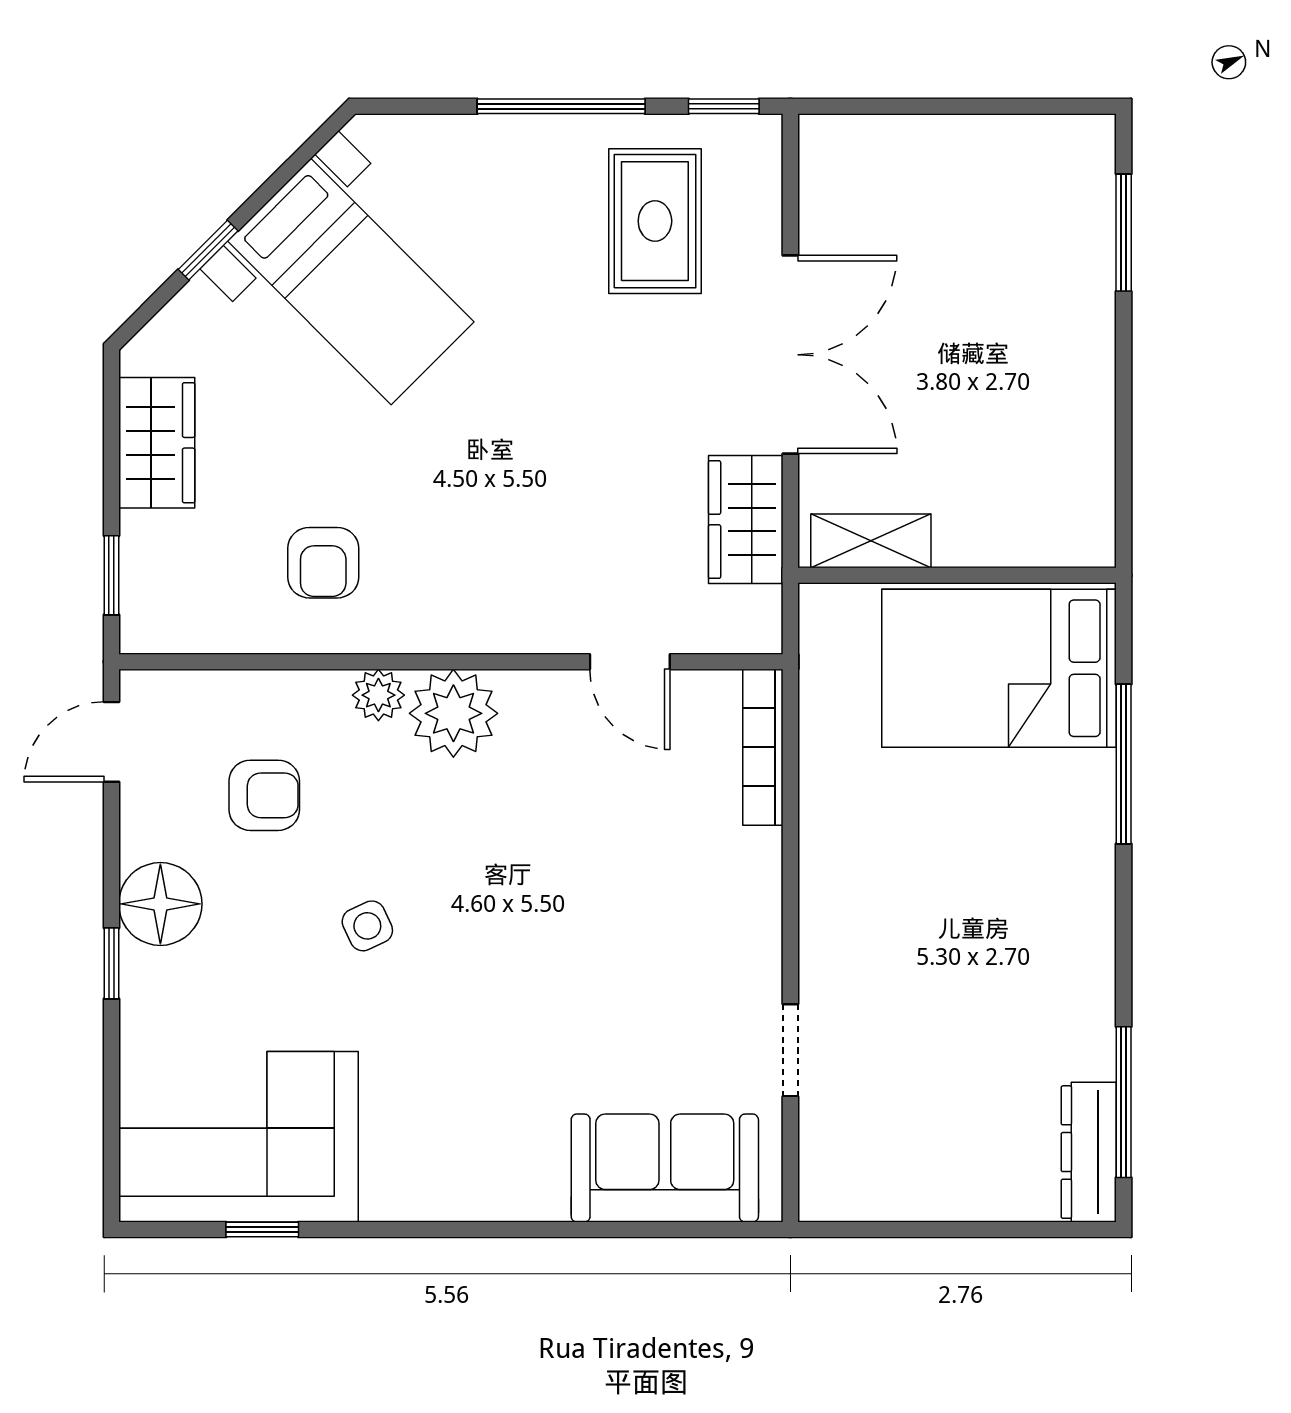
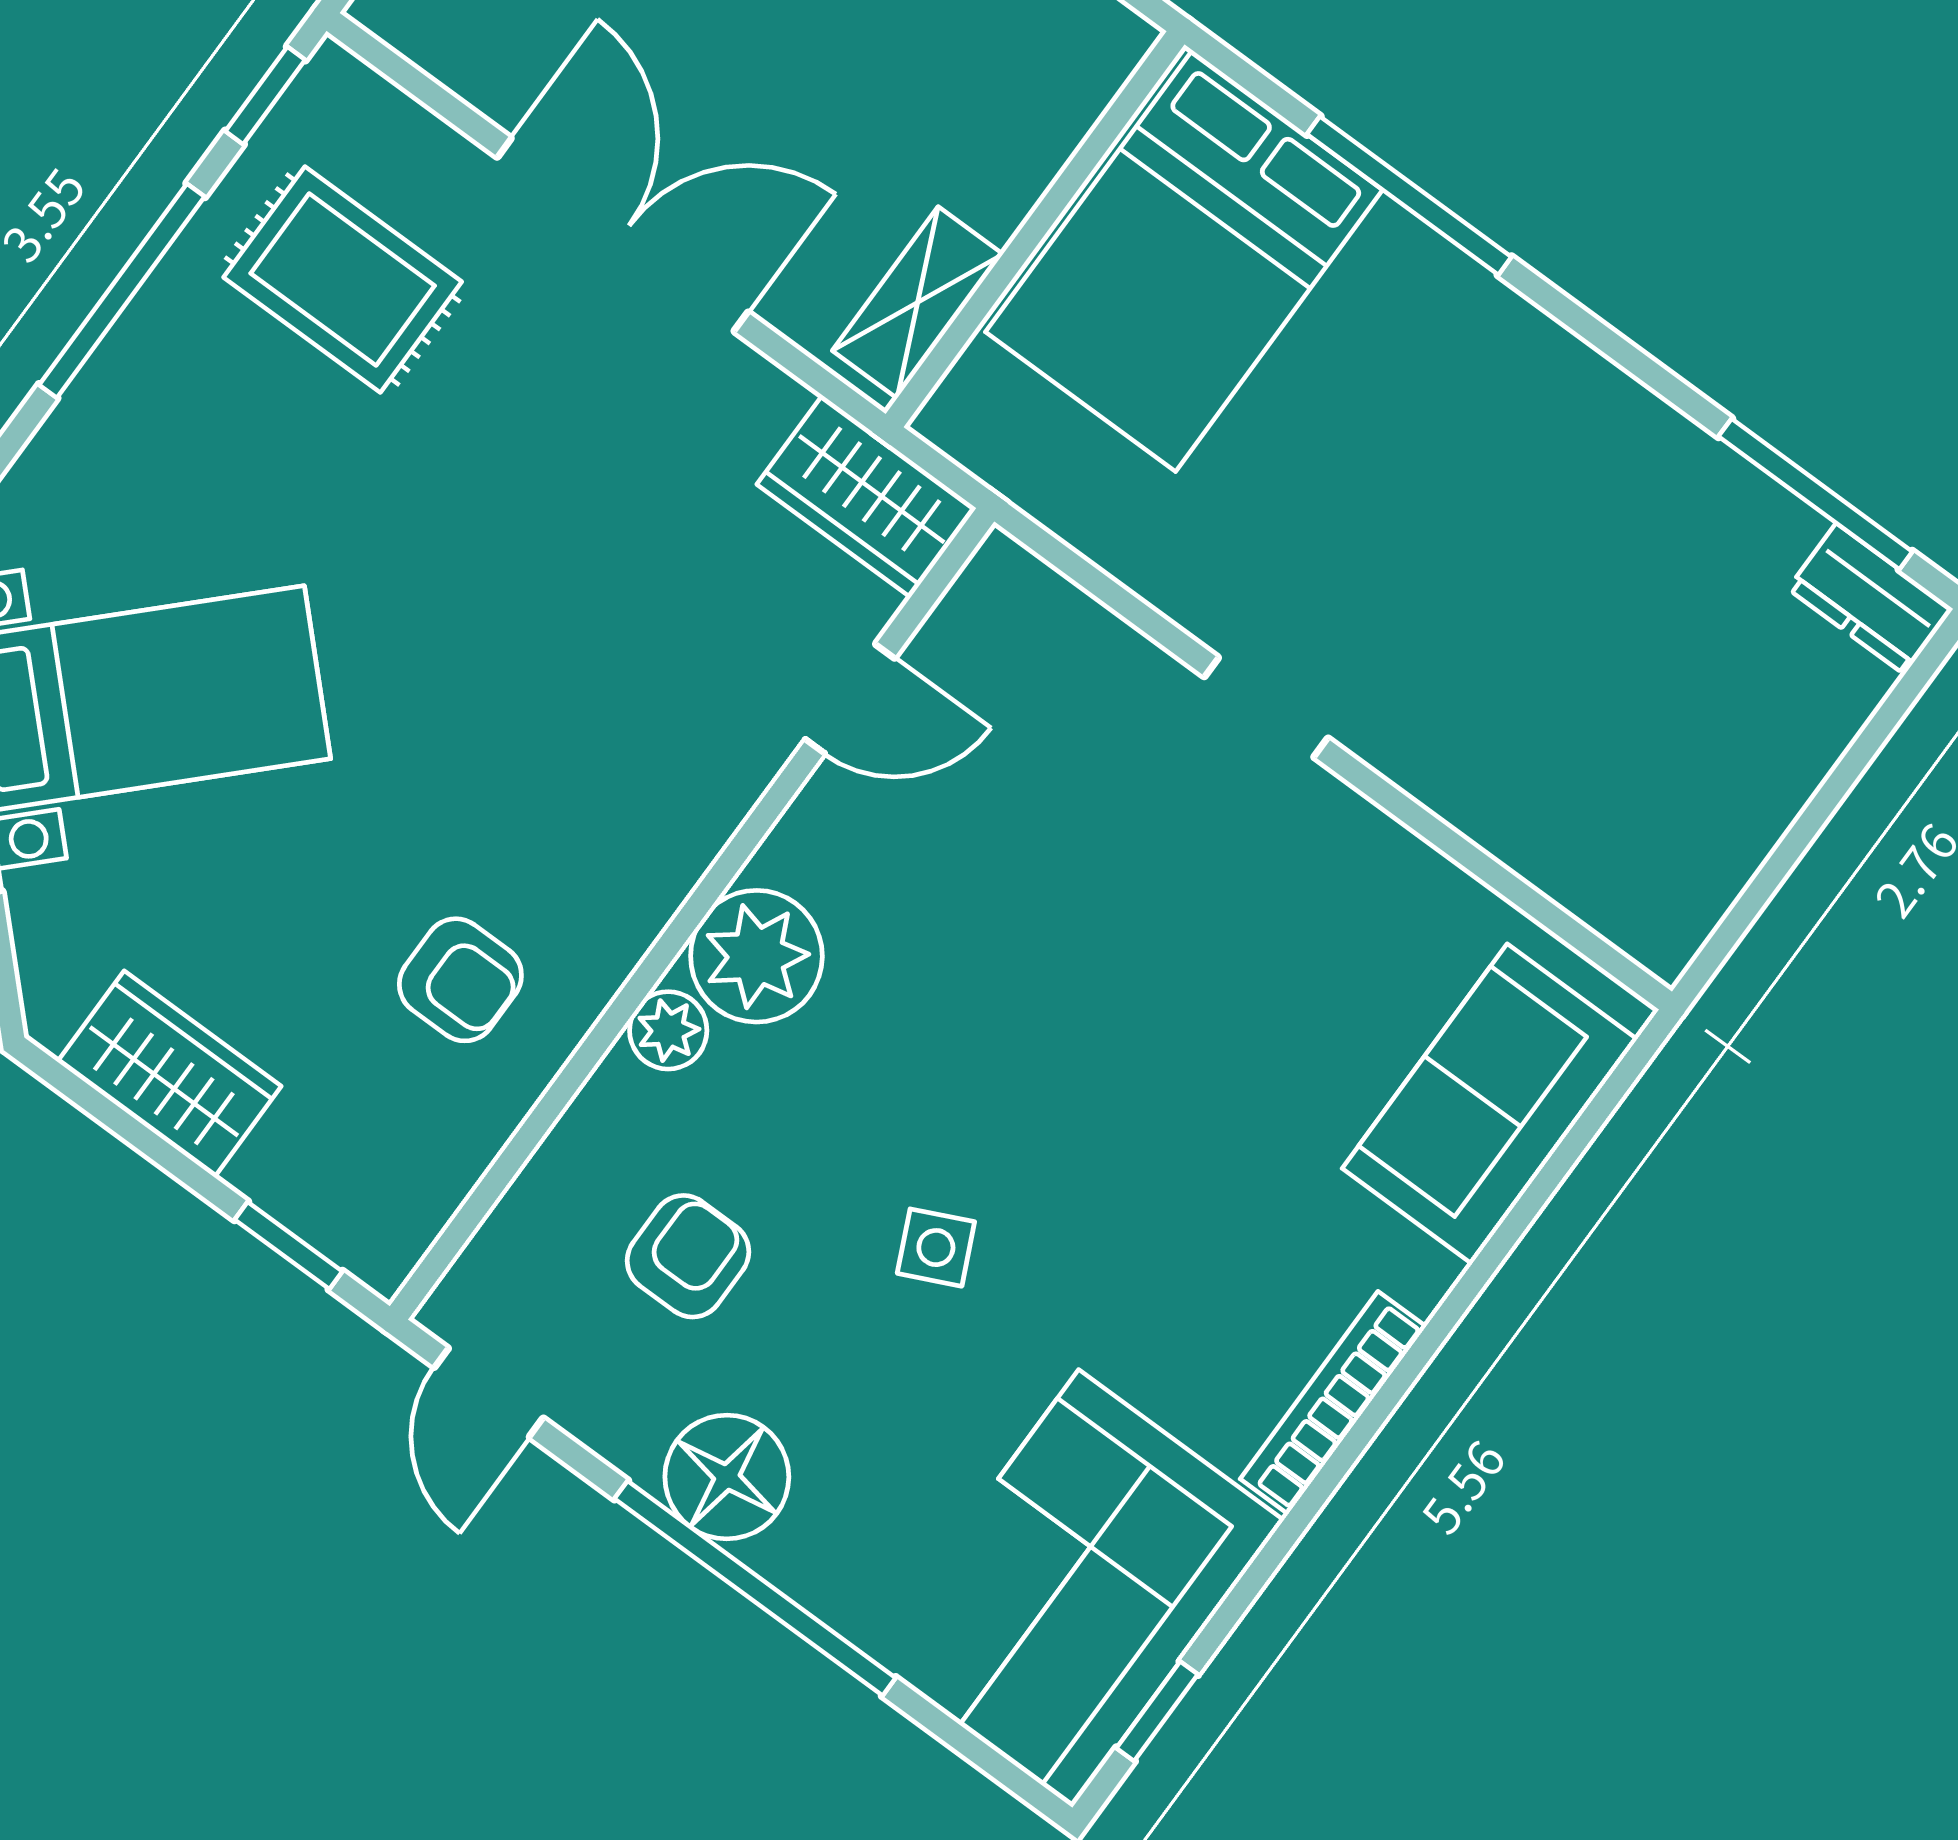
wardrobe: (746, 520) -> (867, 496), moved
bookcase: (763, 747) -> (1333, 1403), moved, turned 90
window: (111, 963) -> (755, 1588), width x3.17
doorway: (790, 1050) -> (1266, 707), moved
dresser: (1089, 1152) -> (1870, 599), width x0.70
window: (262, 1230) -> (1157, 1711), moved

